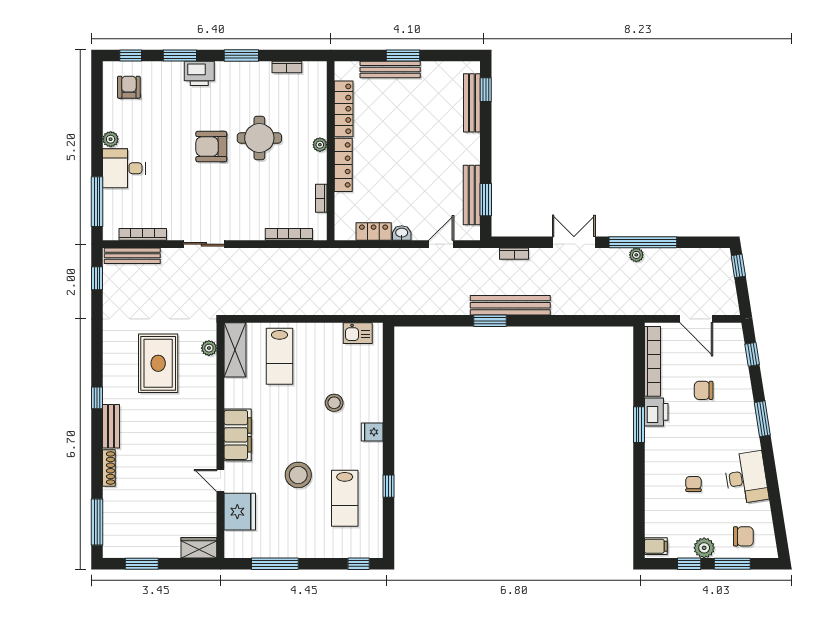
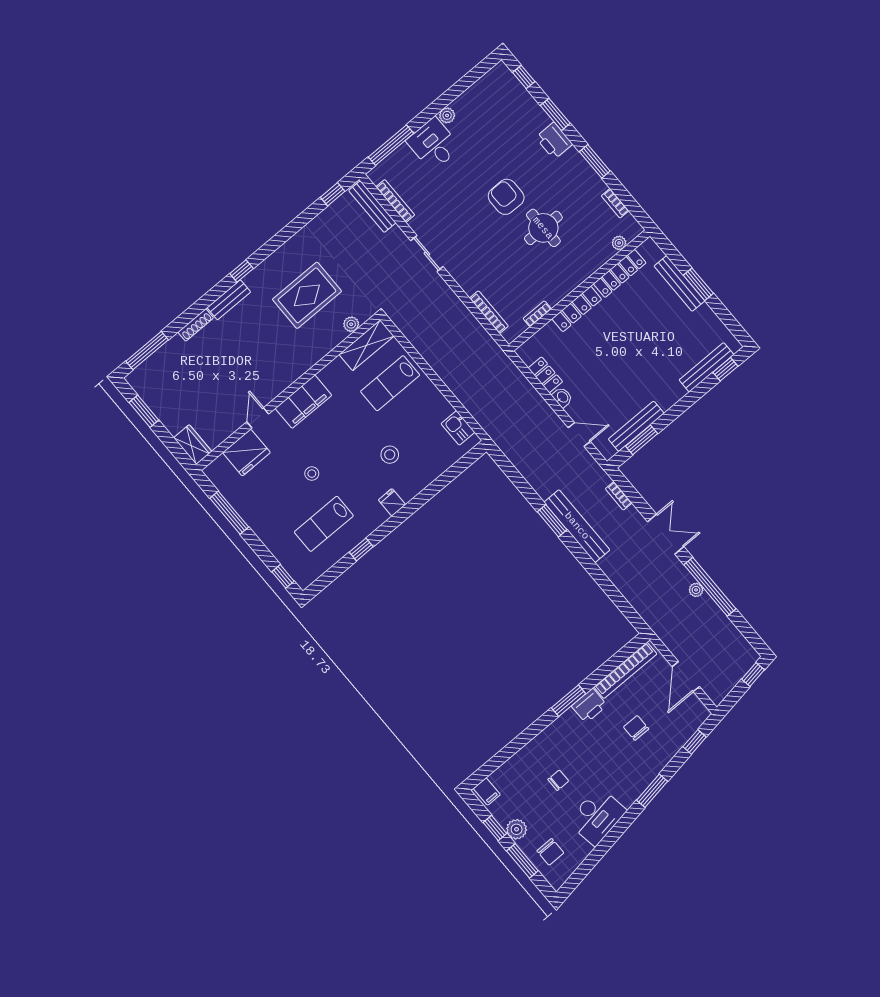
armchair: (129, 87) -> (498, 96), removed
plant: (320, 145) -> (619, 243), moved
stool: (298, 475) -> (312, 474), width x0.53, depth x0.53

